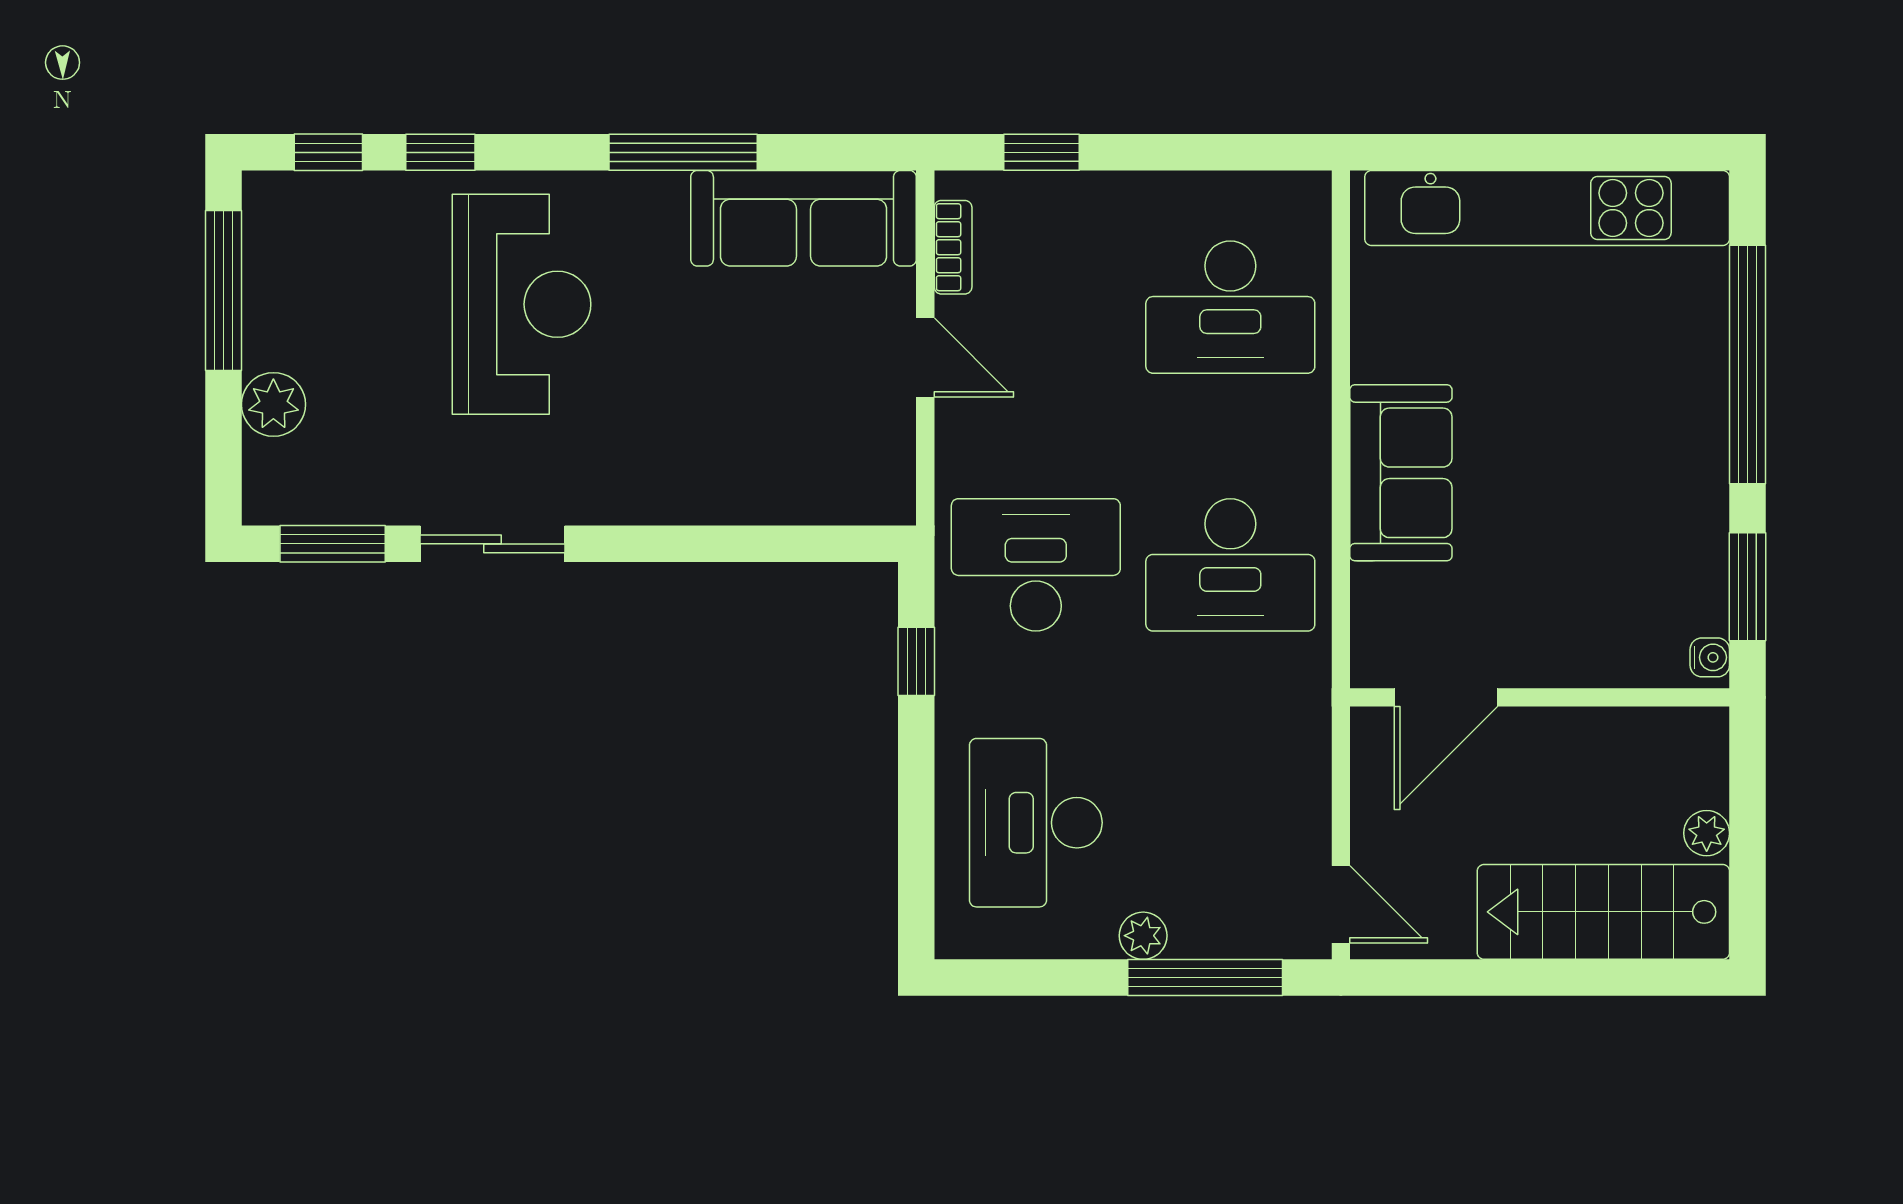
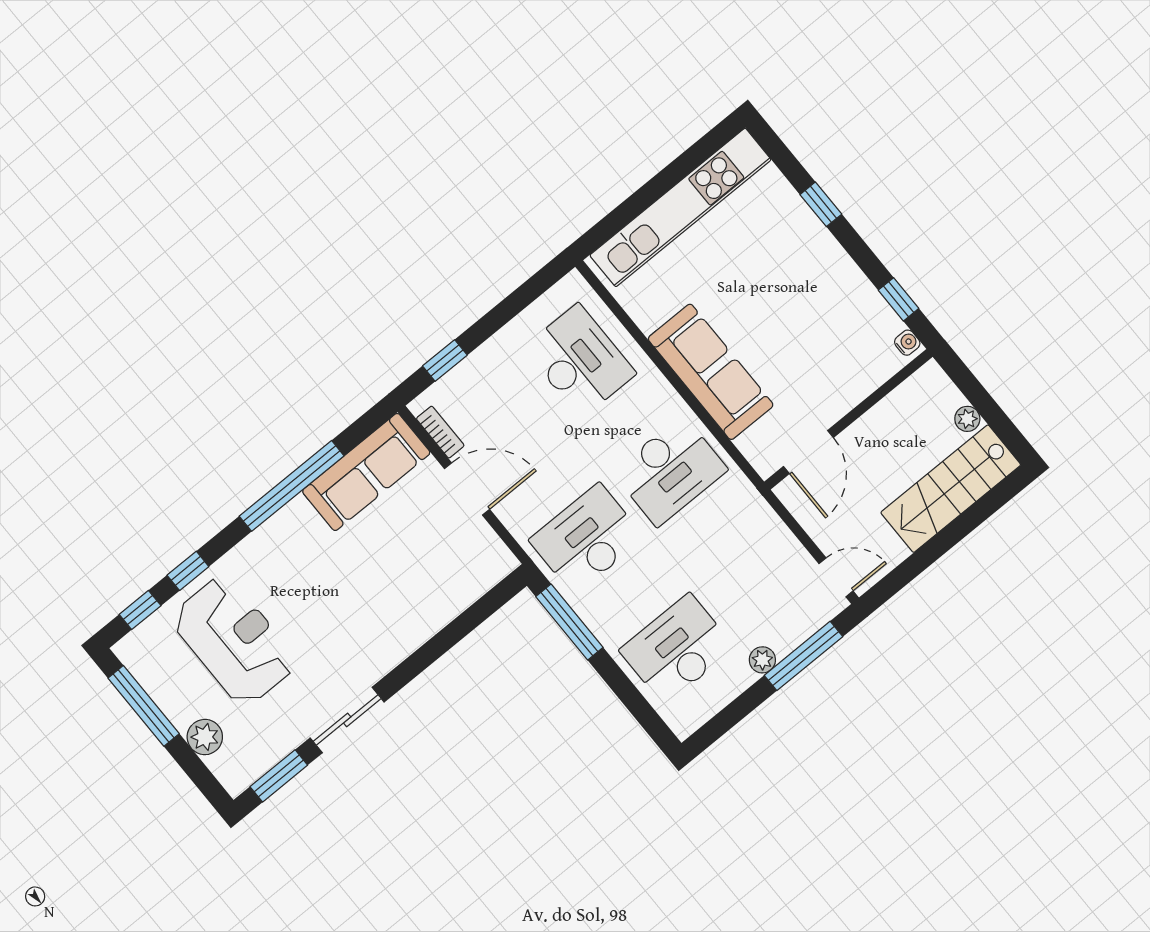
window: (683, 152) -> (292, 486), width x1.46
reception desk: (521, 304) -> (234, 641), moved
desk: (1230, 307) -> (580, 361), turned -90
door: (925, 357) -> (467, 489), width x1.38
window: (1747, 365) -> (821, 204), width x0.32
sofa: (1401, 473) -> (711, 372), width x1.36
window: (1747, 587) -> (899, 299), width x0.67
window: (916, 661) -> (569, 622), width x2.17
desk: (1036, 823) -> (677, 649), turned 90

